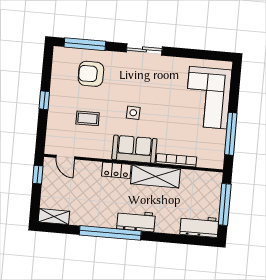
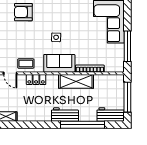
coffee table: (88, 118) -> (26, 64), moved
locker: (116, 170) -> (36, 80), moved
window: (110, 233) -> (82, 125), moved

